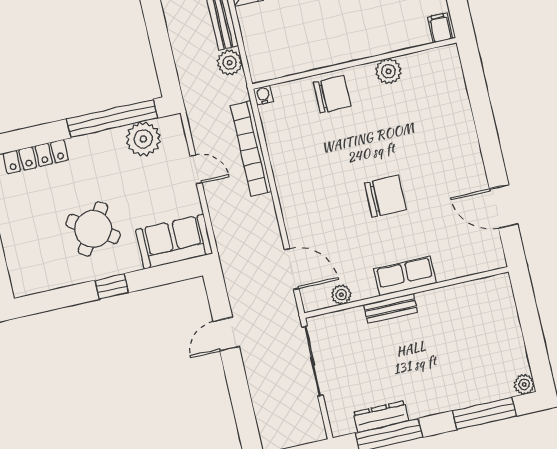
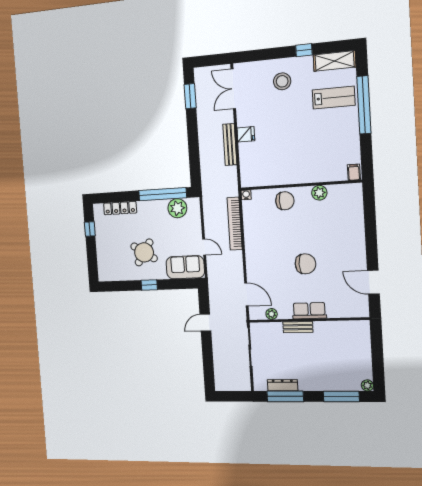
plant: (230, 63) -> (230, 173), removed
door: (196, 169) -> (204, 247), moved

